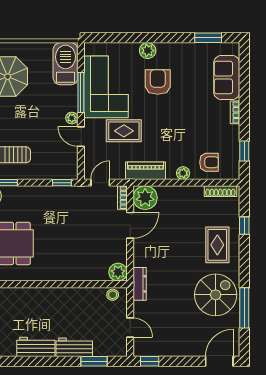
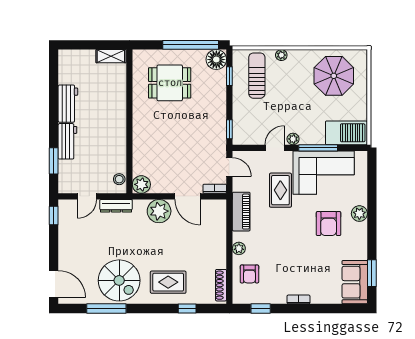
sofa: (227, 78) -> (355, 282), moved, turned -90
armchair: (158, 82) -> (329, 224), turned 90
plant: (145, 198) -> (159, 211), moved
dresser: (140, 284) -> (116, 206), moved

